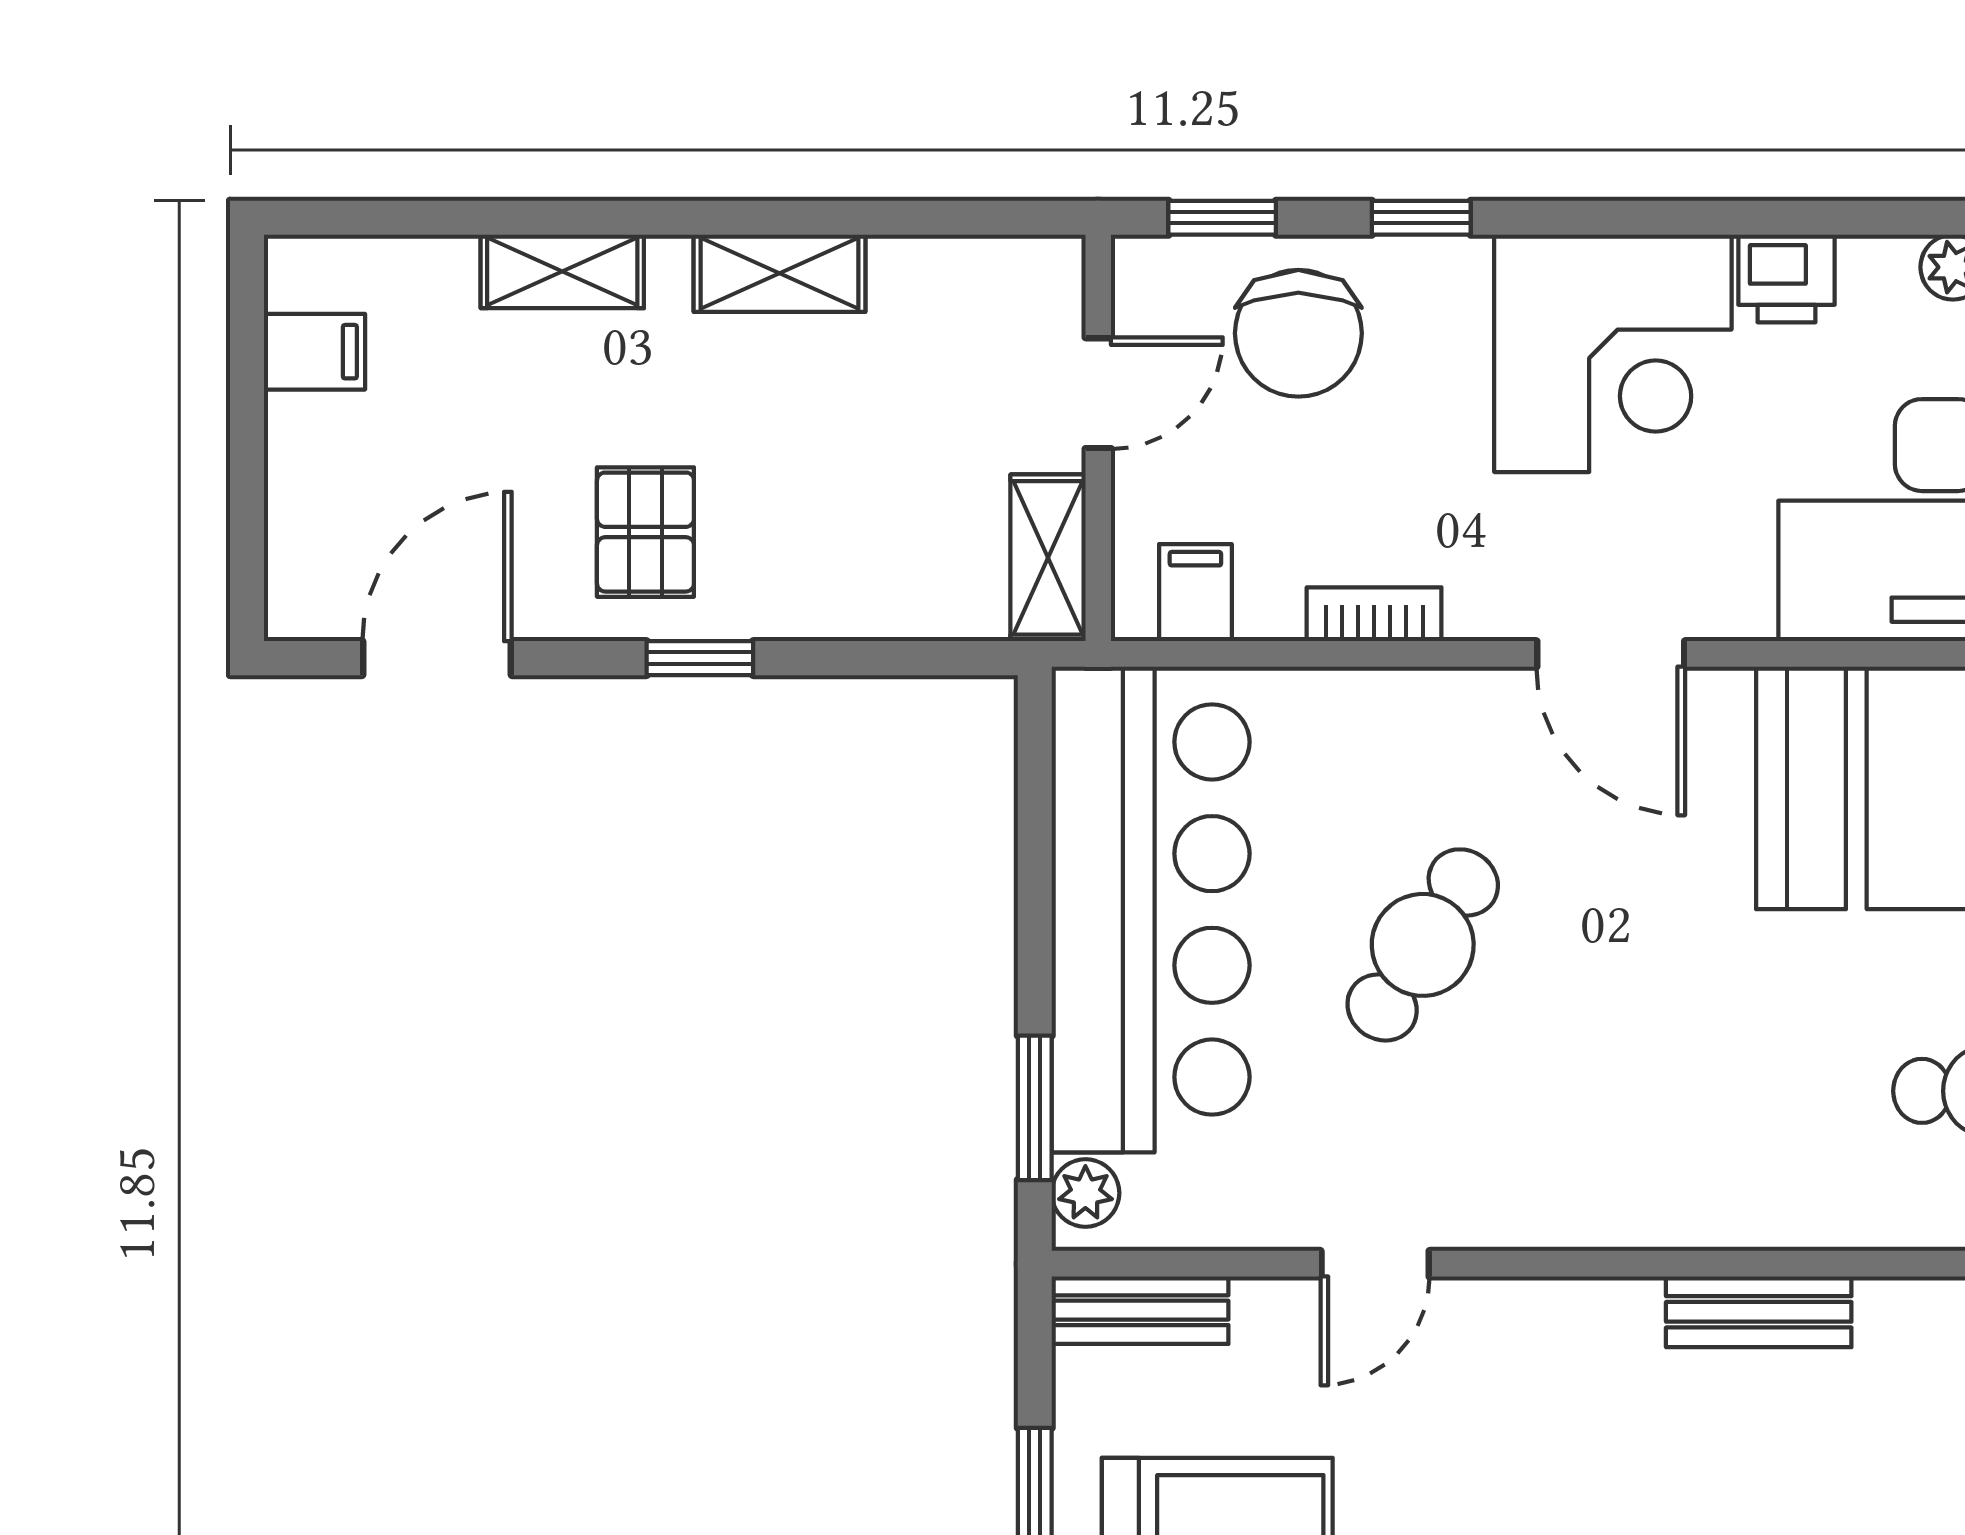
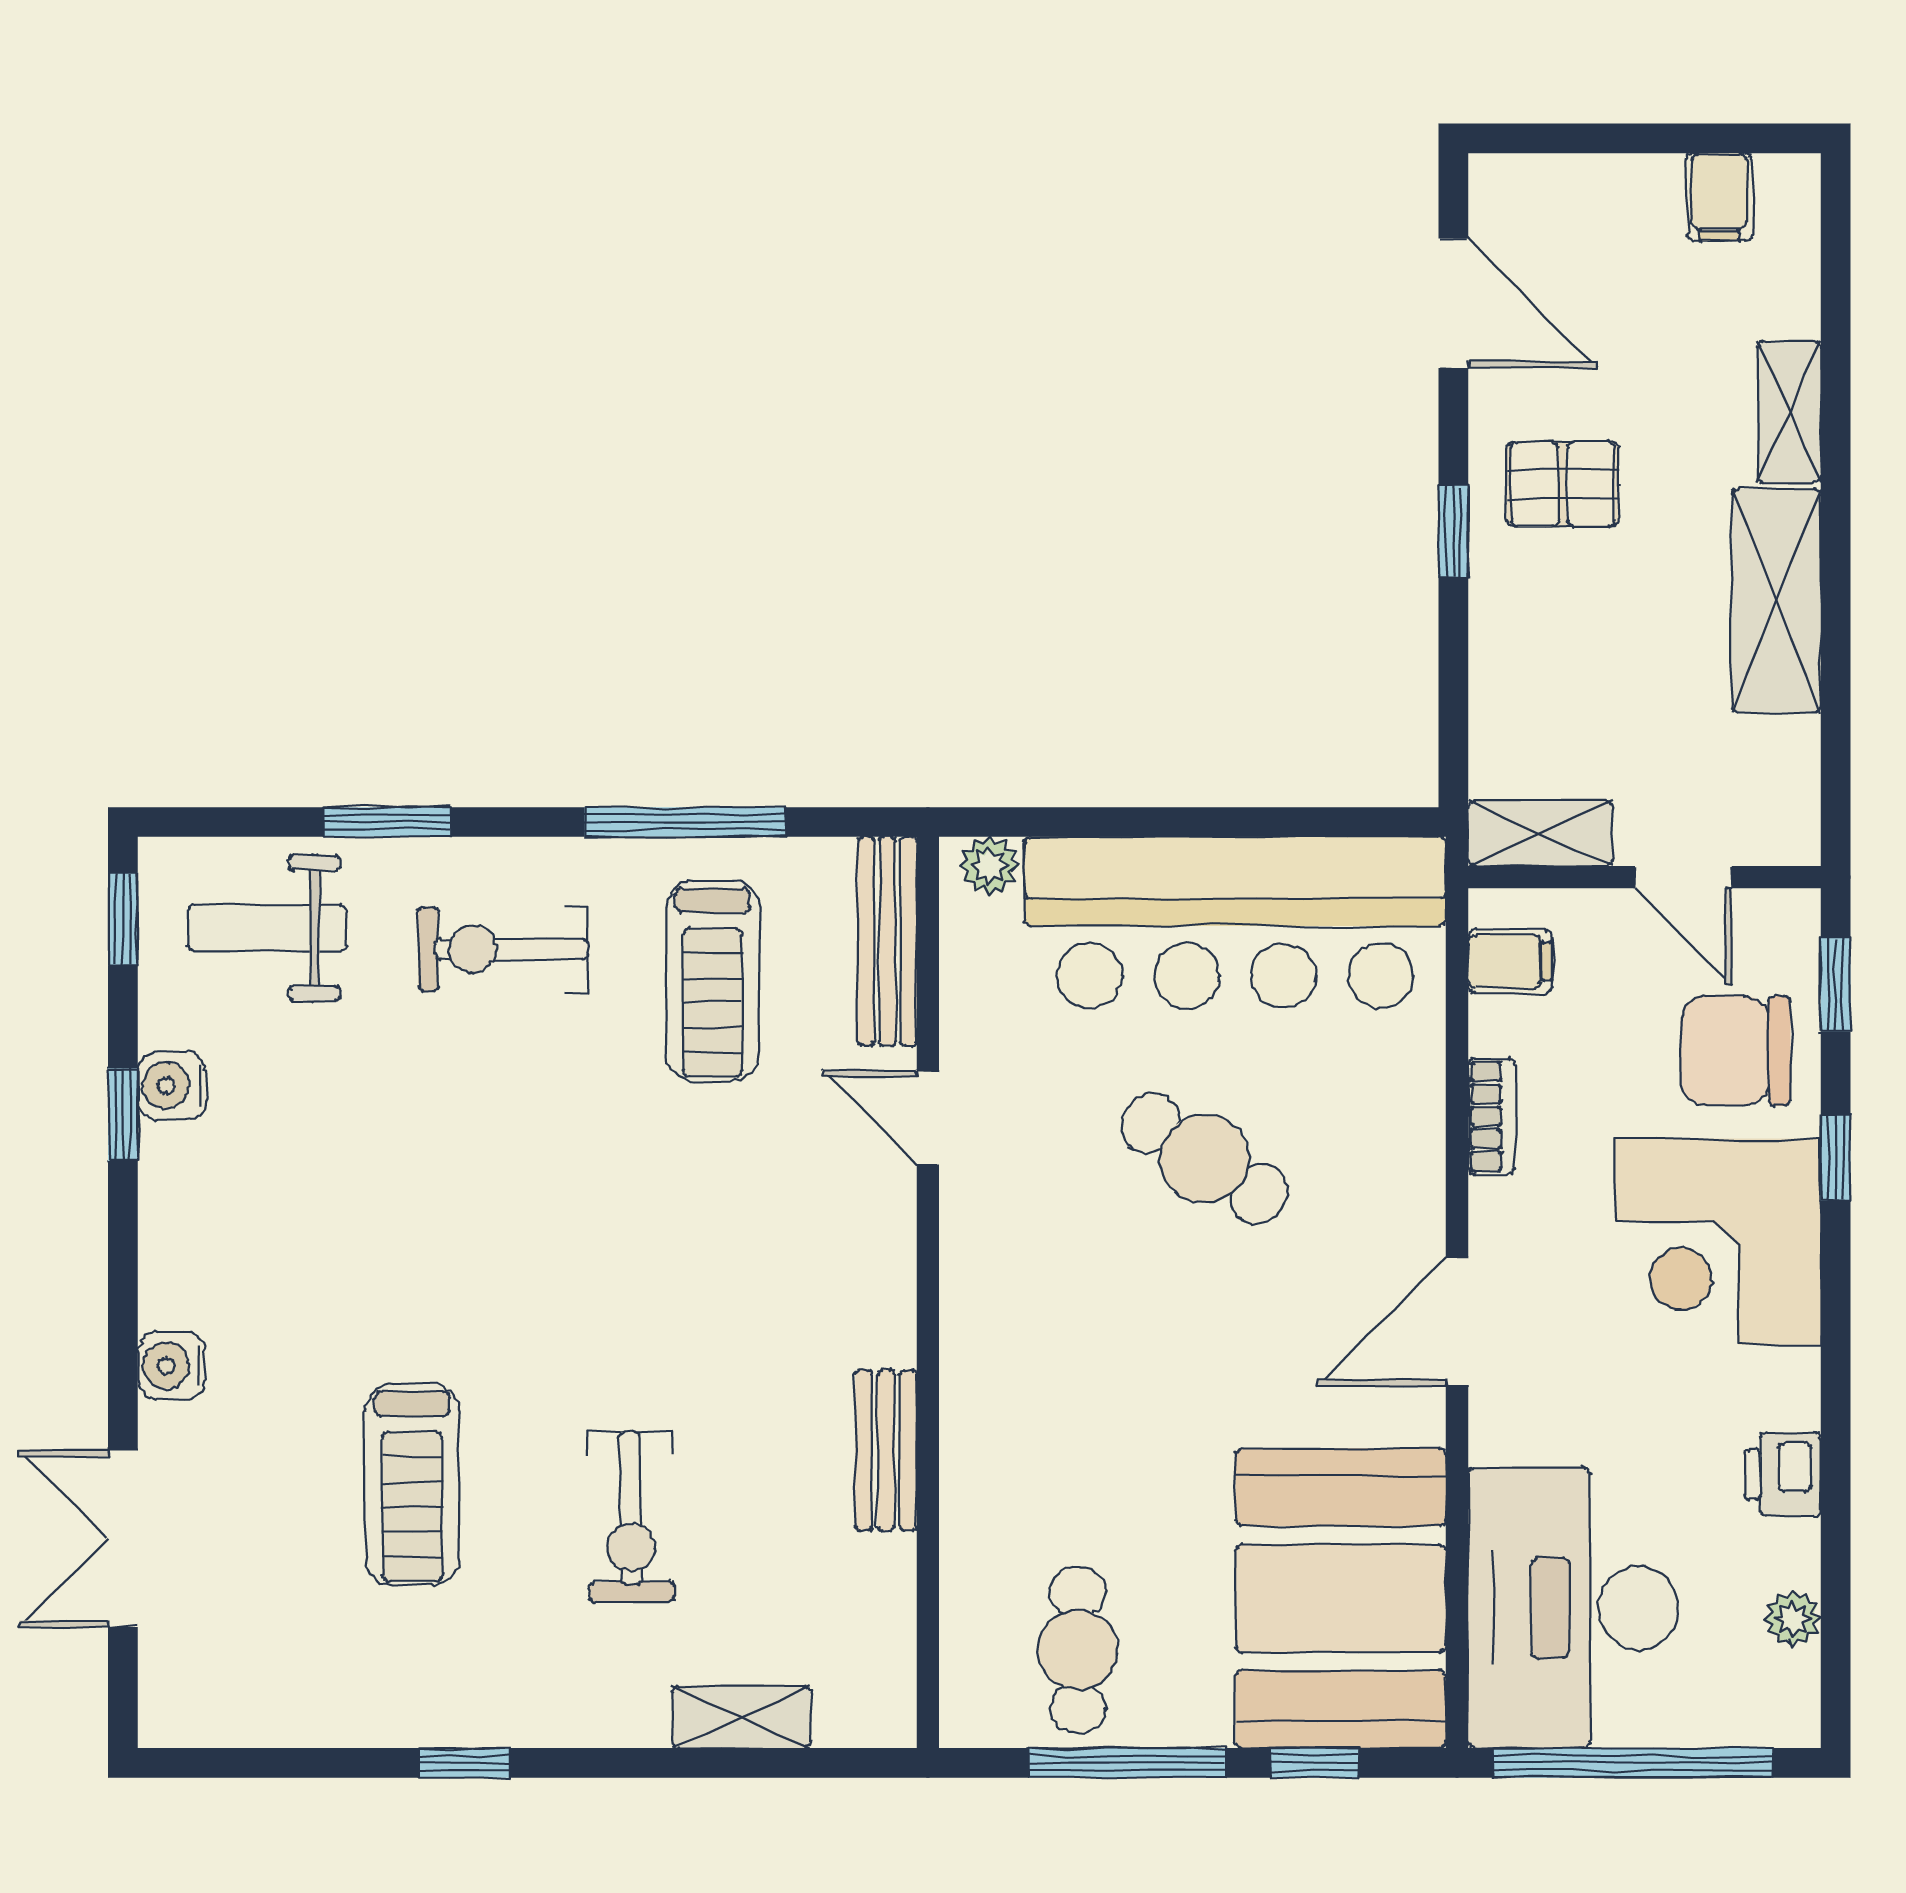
shelving: (779, 273) -> (1776, 600), width x1.50, depth x1.33
corner desk: (1613, 353) -> (1718, 1242), moved
window: (1035, 1108) -> (1063, 822), removed
bench: (1140, 1310) -> (887, 941), width x1.36

